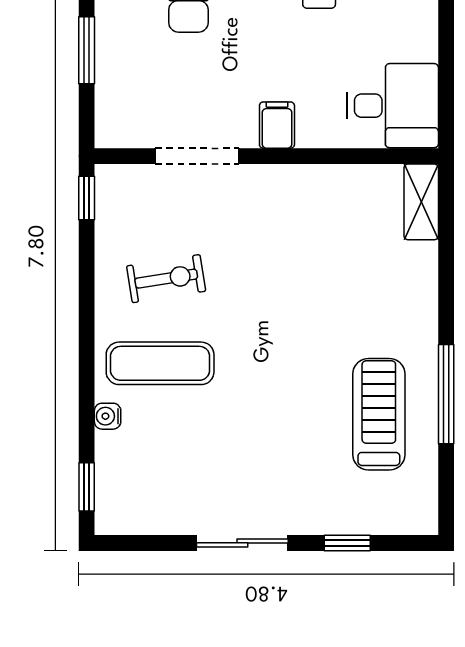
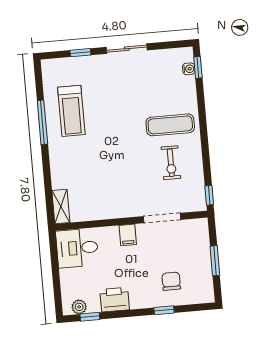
exercise bike: (166, 279) -> (171, 163), turned -81
water cooler: (108, 416) -> (189, 69), moved

